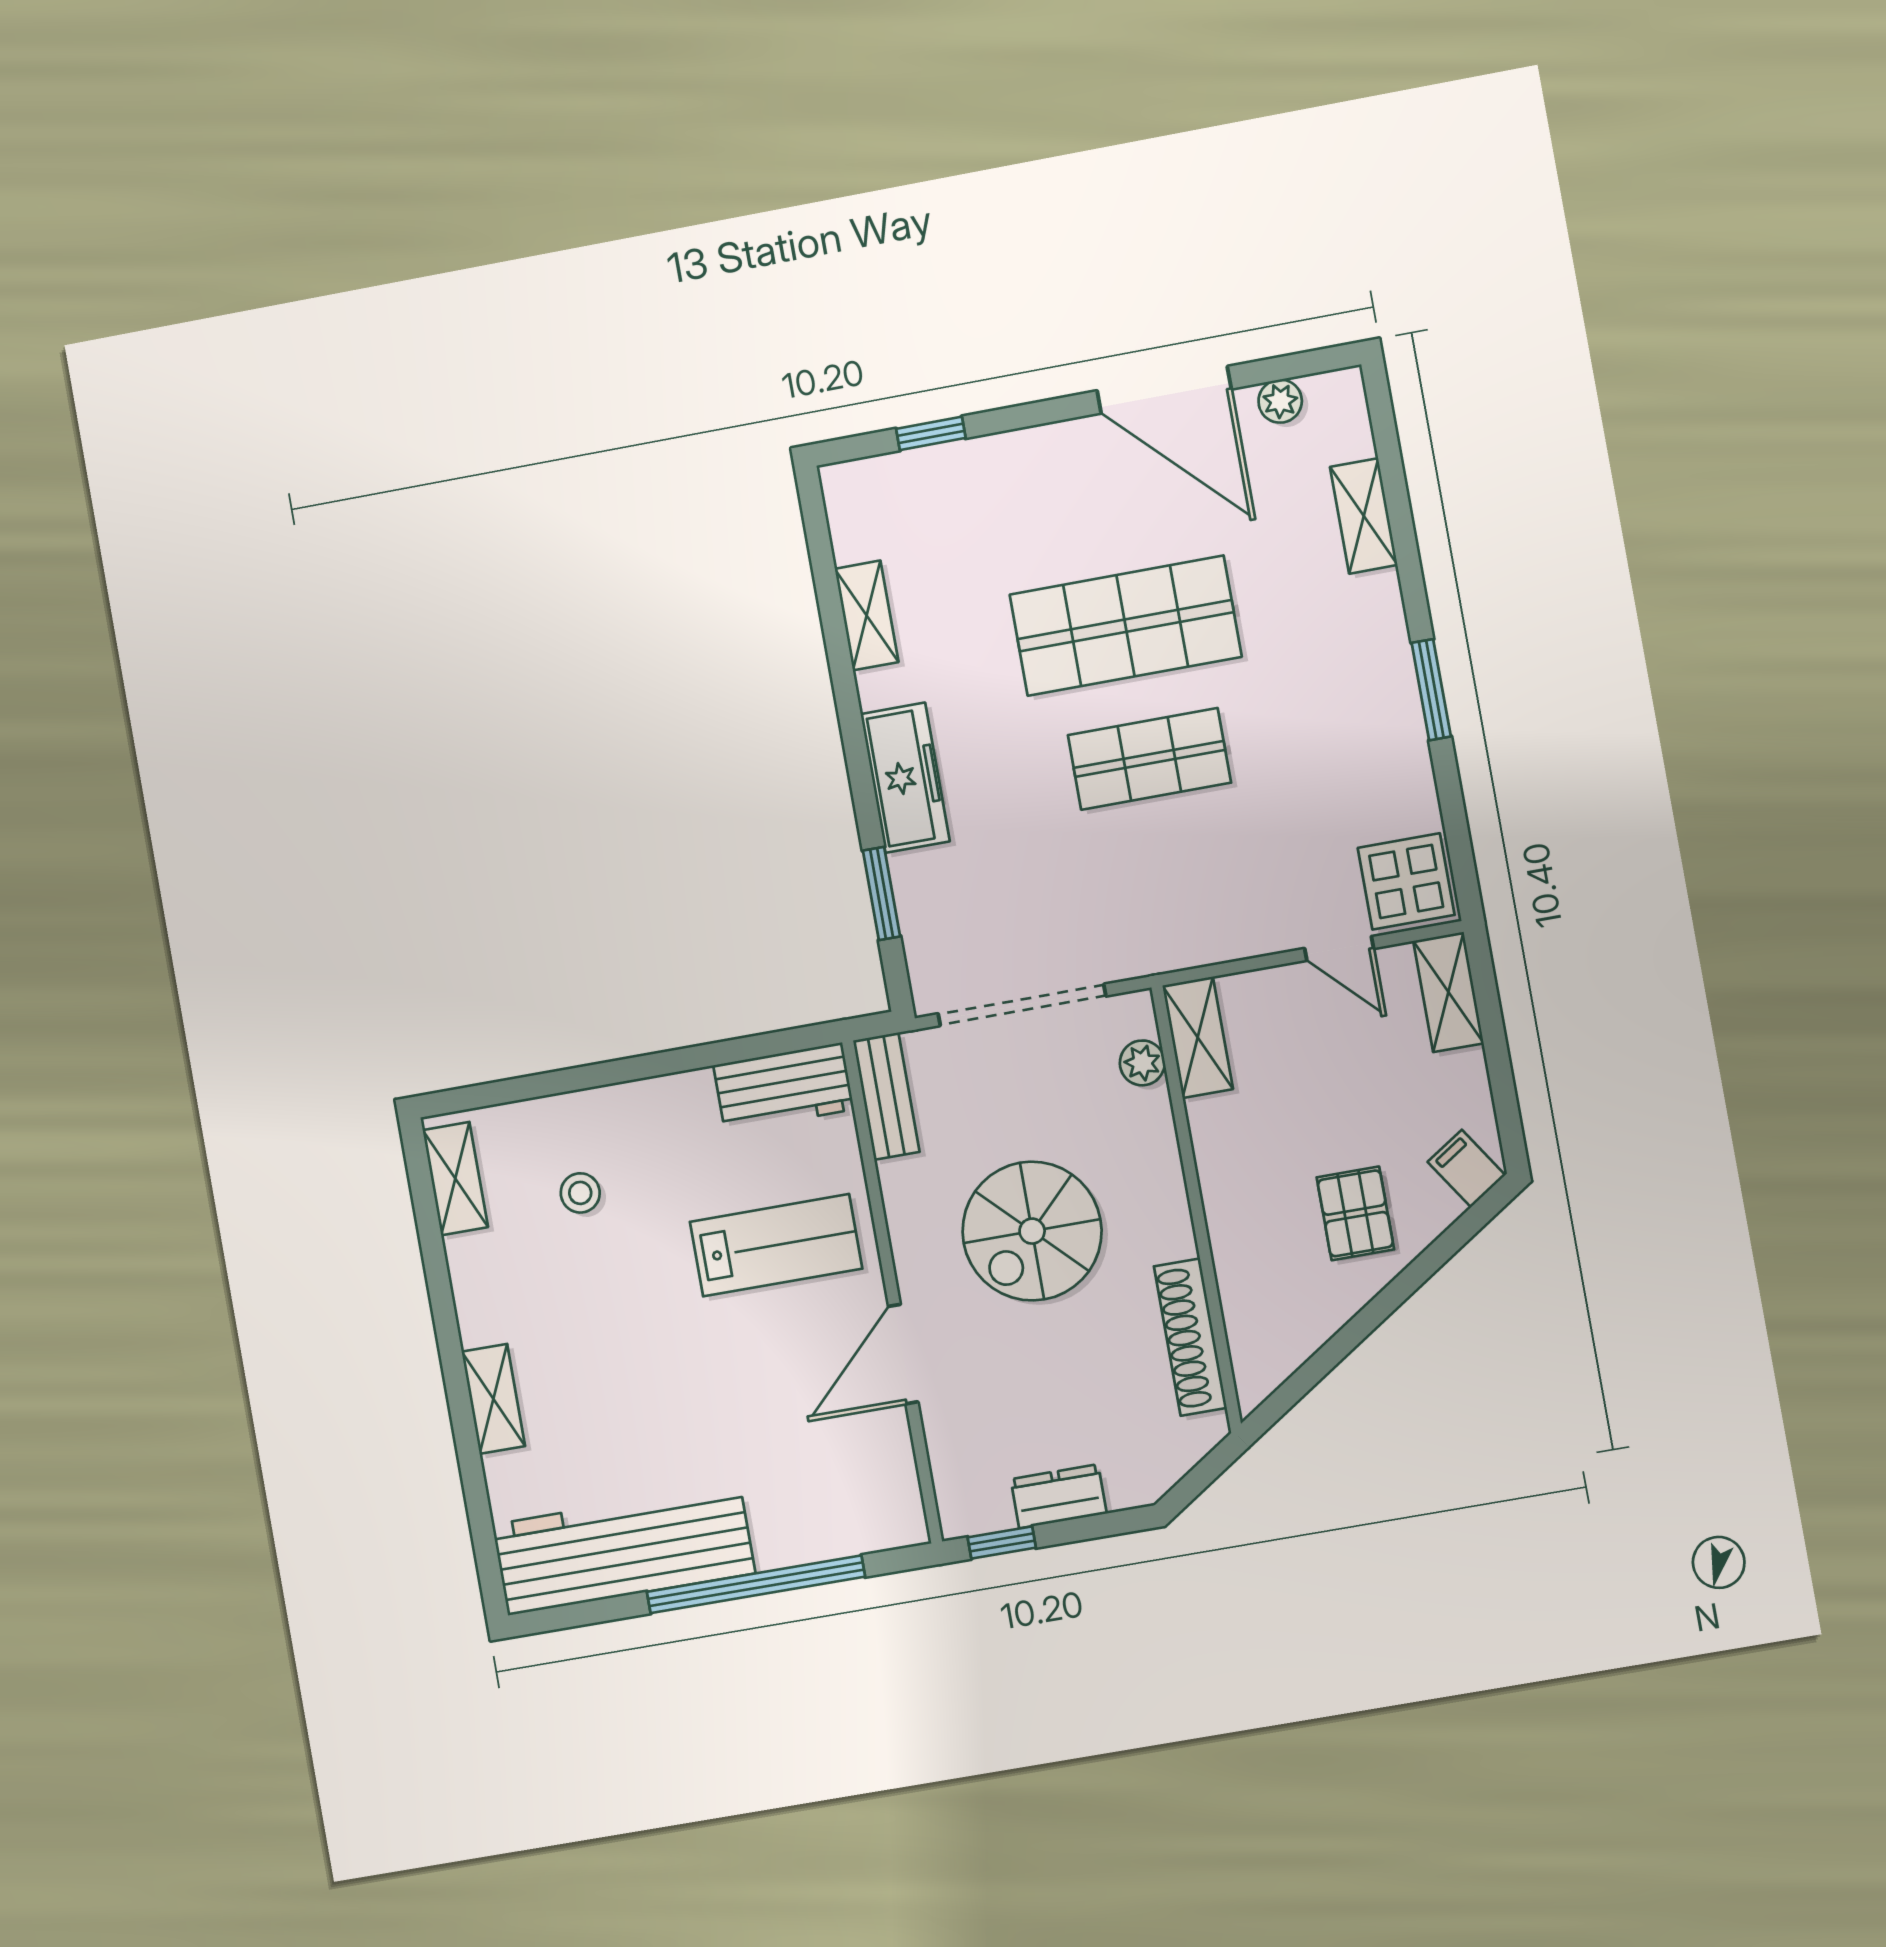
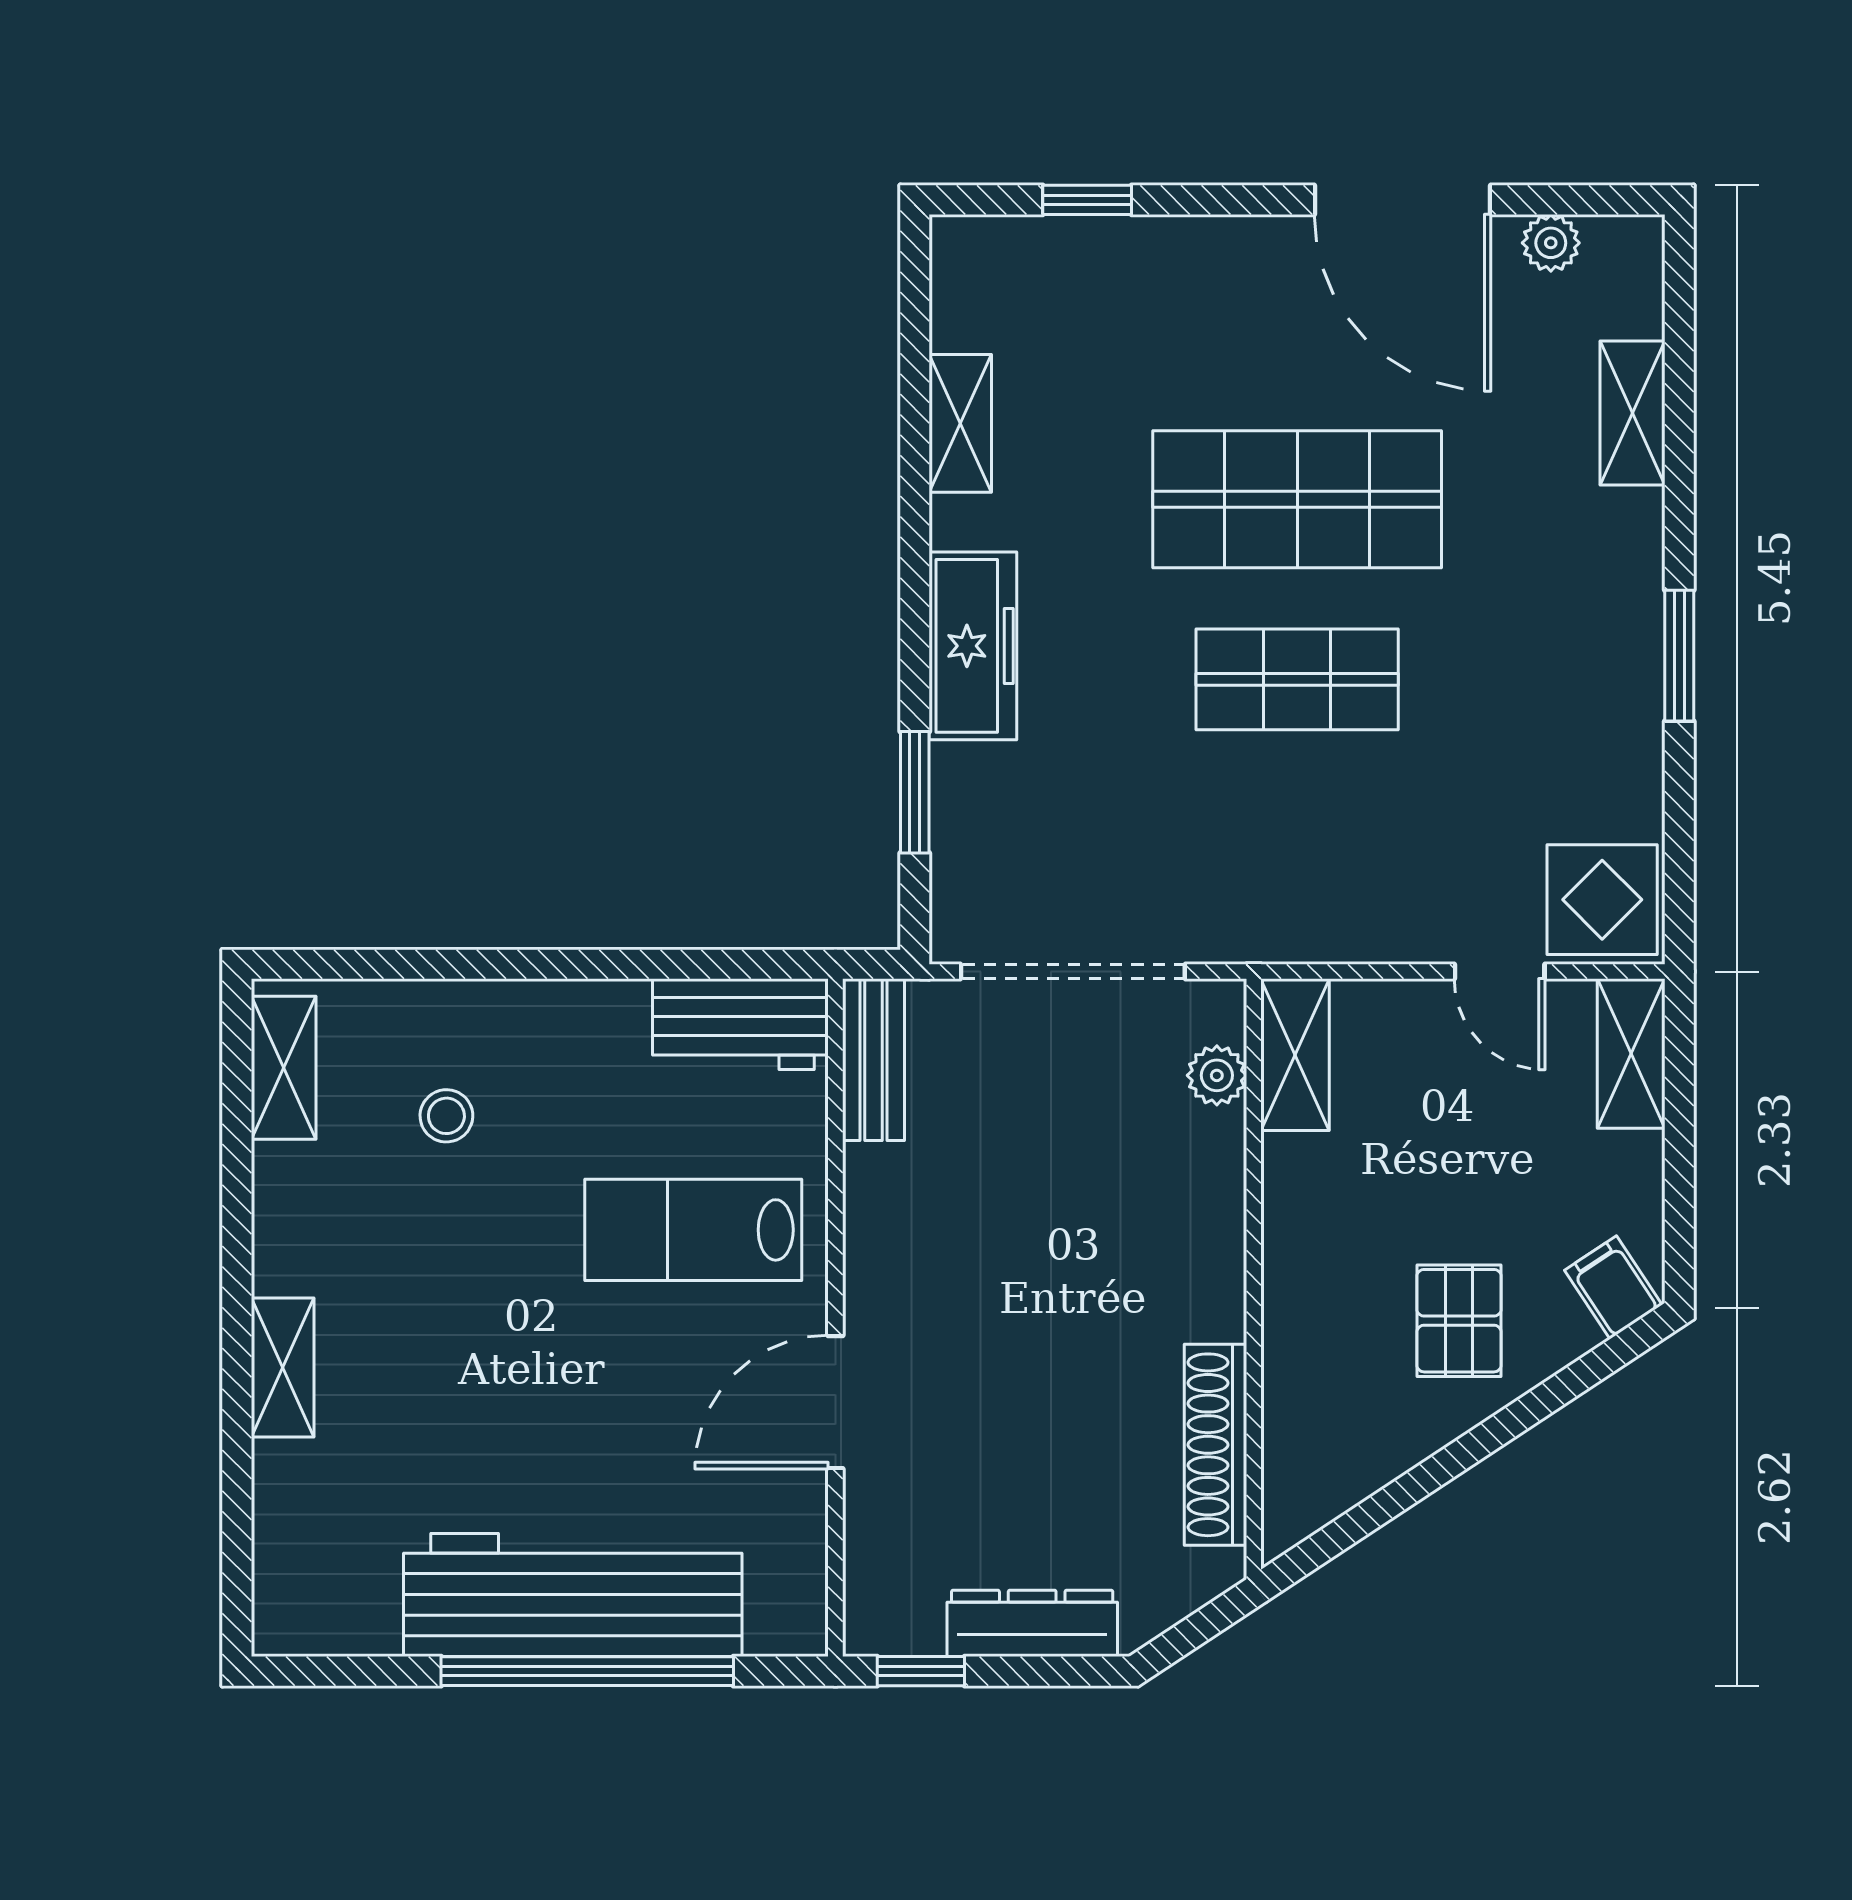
spiral stairs: (1032, 1231) -> (1033, 1270), removed
lab bench: (776, 1245) -> (693, 1230), turned 180
dresser: (1059, 1496) -> (1032, 1623), width x1.44
workbench: (624, 1549) -> (573, 1595), moved

